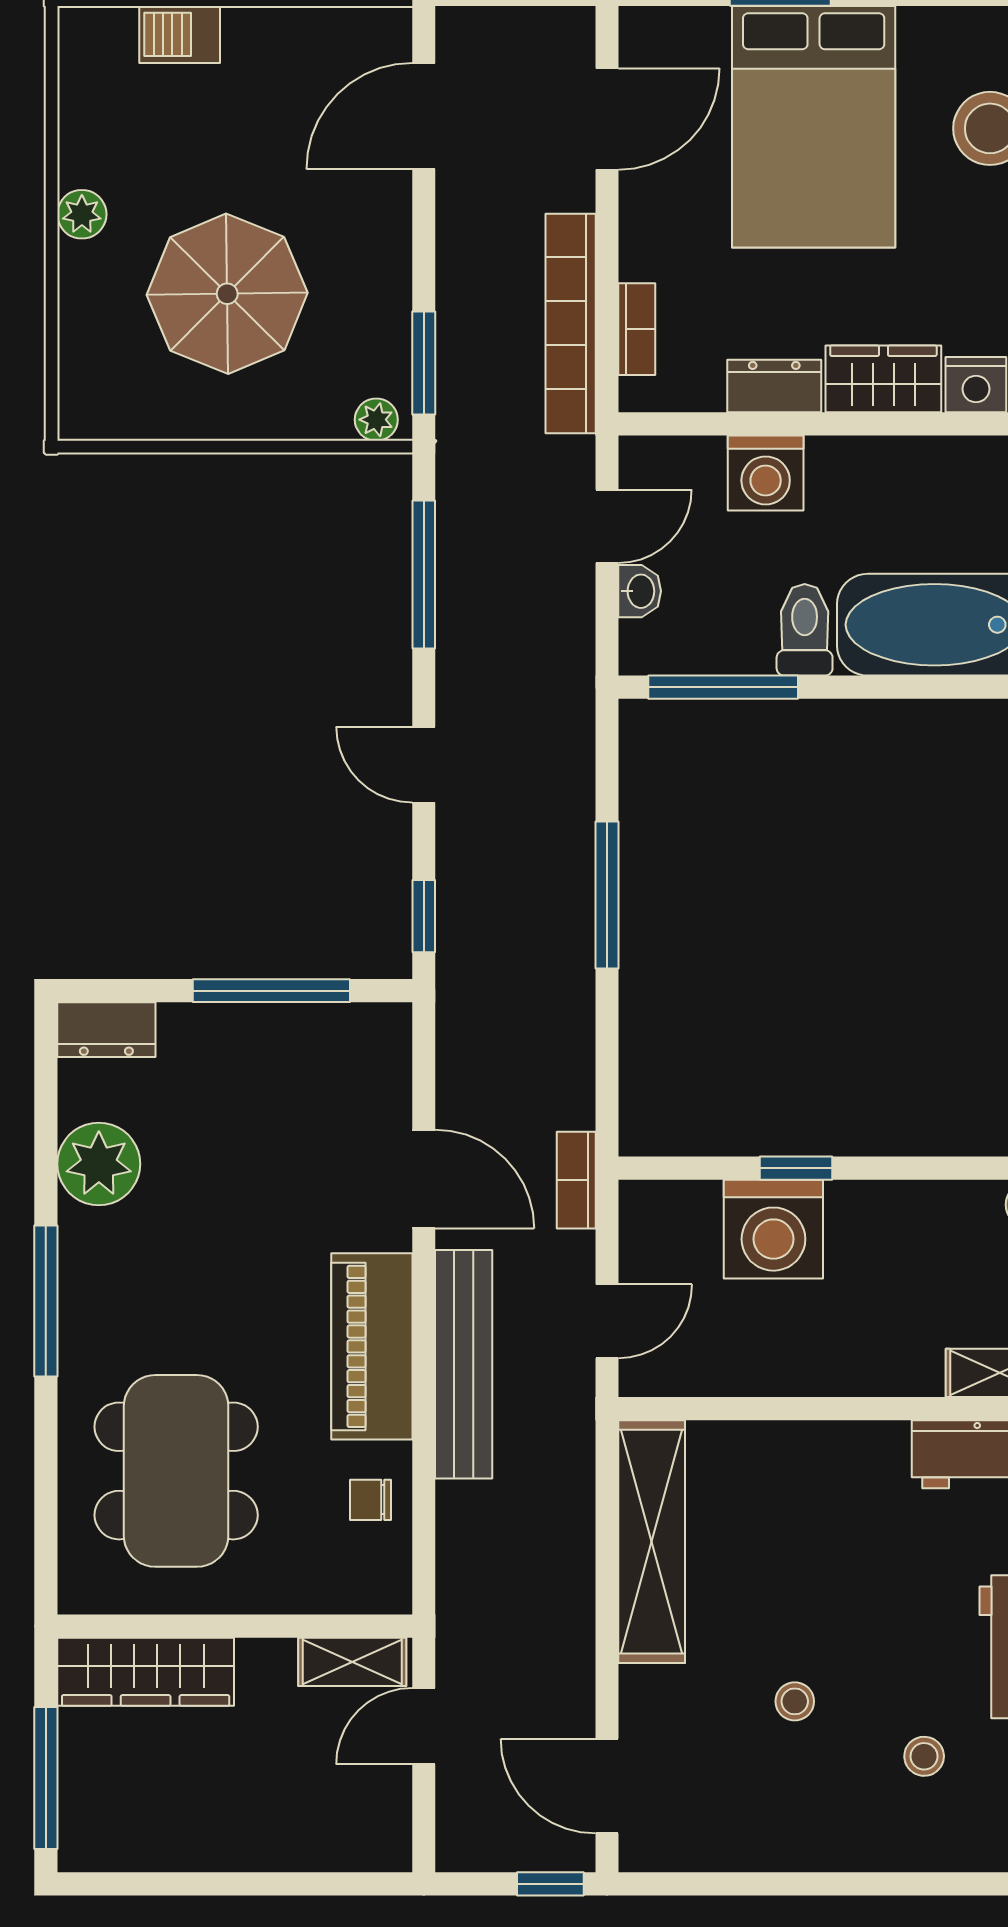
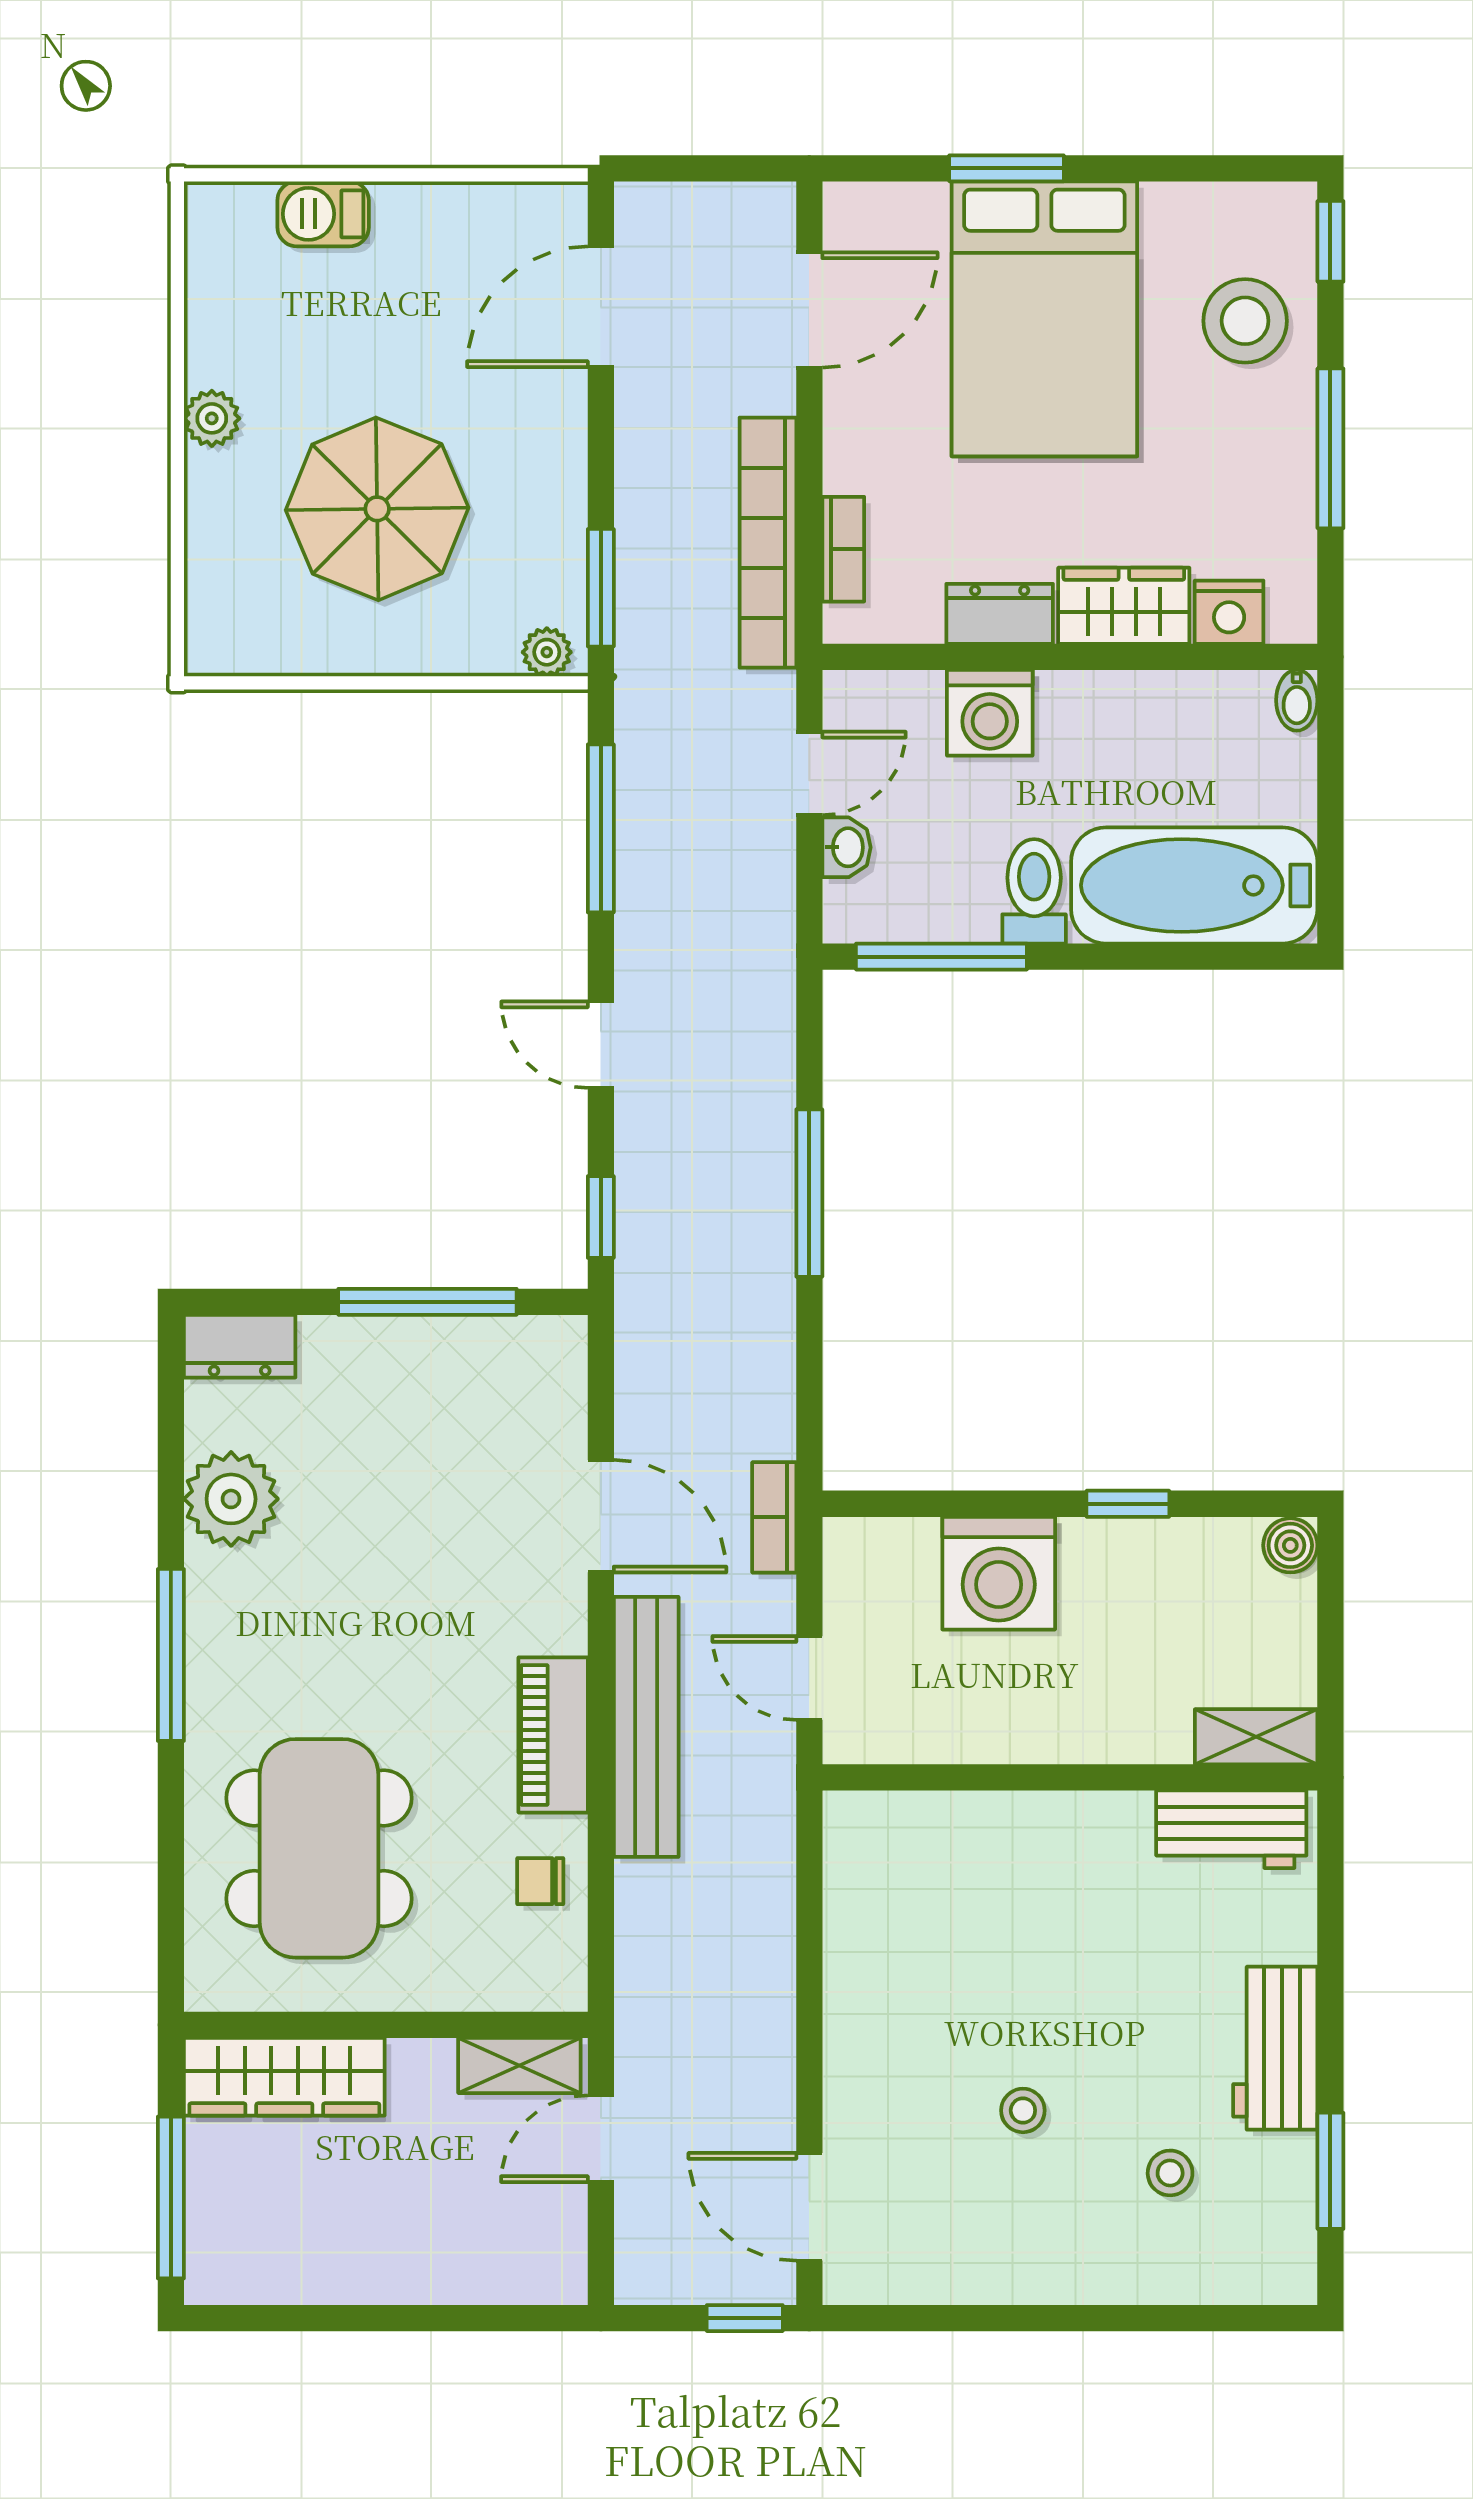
window: (796, 1168) -> (1128, 1504), moved
door: (607, 1321) -> (809, 1678), swing flipped
piano: (372, 1346) -> (553, 1735), width x0.73, depth x0.75
shelving: (652, 1542) -> (860, 1929), removed

